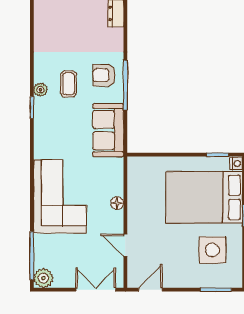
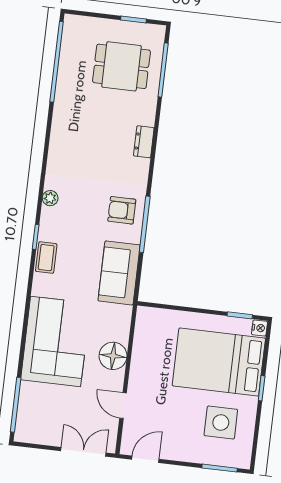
coffee table: (69, 84) -> (46, 258), moved
plant: (40, 90) -> (50, 198), moved
floor lamp: (117, 203) -> (113, 356), width x1.89, depth x1.89
plant: (43, 278) -> (26, 432), removed

